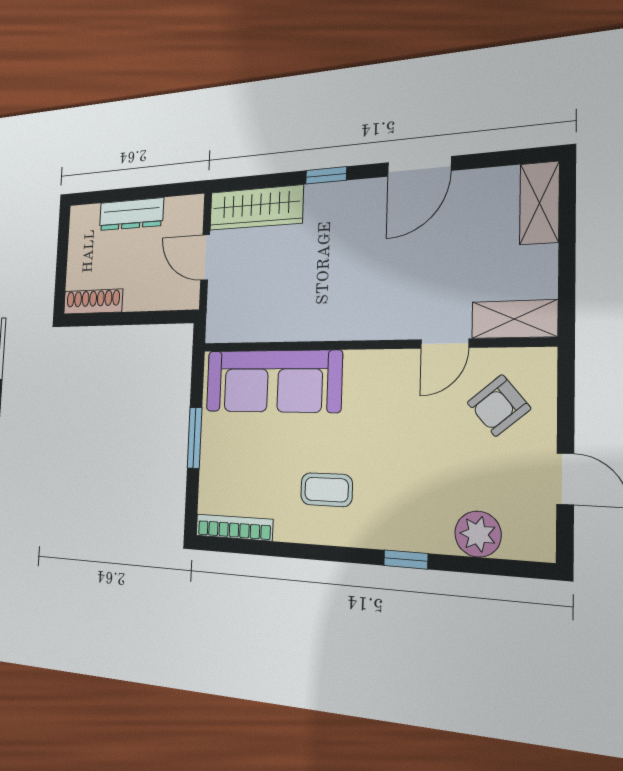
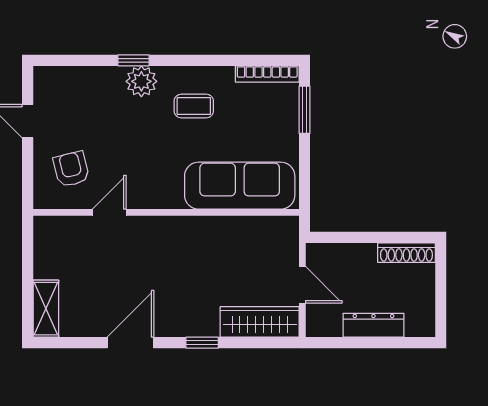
shelving: (514, 319) -> (62, 228), removed
armchair: (499, 406) -> (71, 169), turned -64
window: (195, 438) -> (304, 110), moved
plant: (478, 534) -> (141, 81), moved

